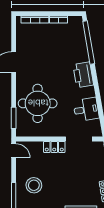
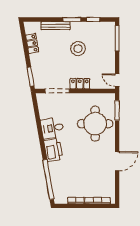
desk: (86, 110) -> (52, 128), moved
stool: (34, 185) -> (78, 49), moved

